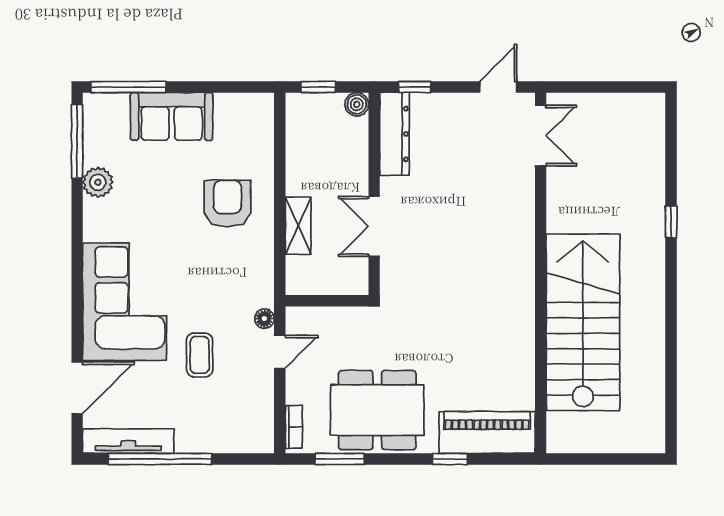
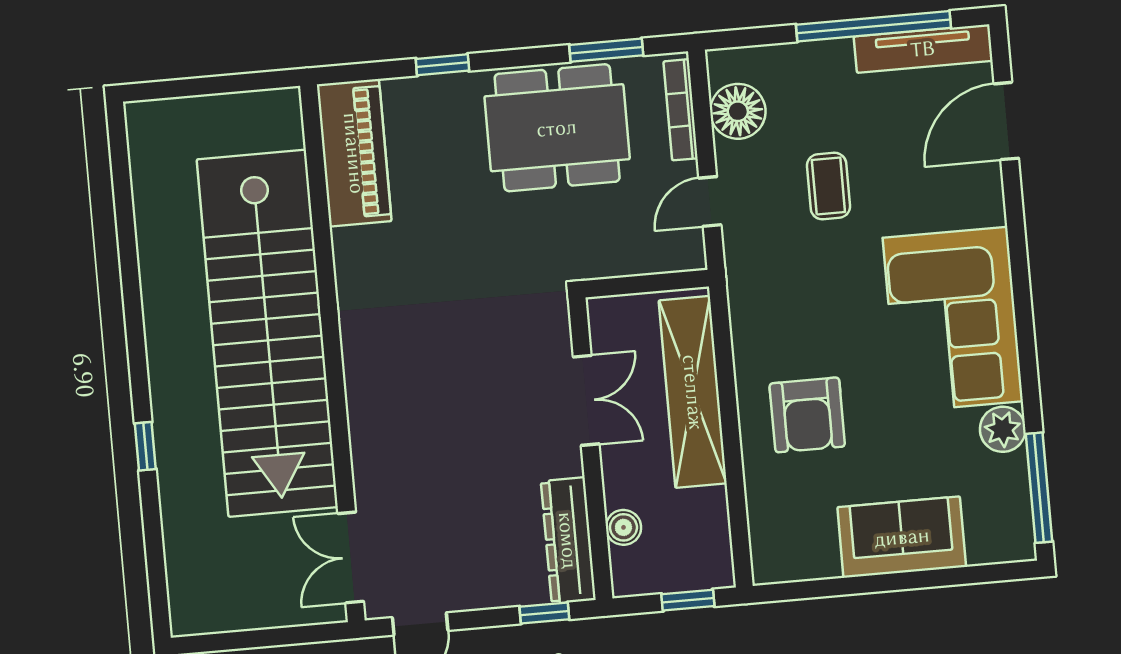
window: (128, 87) -> (970, 575), removed
boiler: (357, 104) -> (623, 527), moved
shelving: (298, 226) -> (693, 392), width x2.20, depth x1.33
corner sofa: (125, 302) -> (953, 320), moved
floor lamp: (264, 319) -> (738, 111), moved, width x1.89, depth x1.89
stairs: (583, 322) -> (267, 333), width x1.36
bookcase: (294, 427) -> (681, 110), width x1.56
piano: (487, 433) -> (354, 153), moved, turned -90

